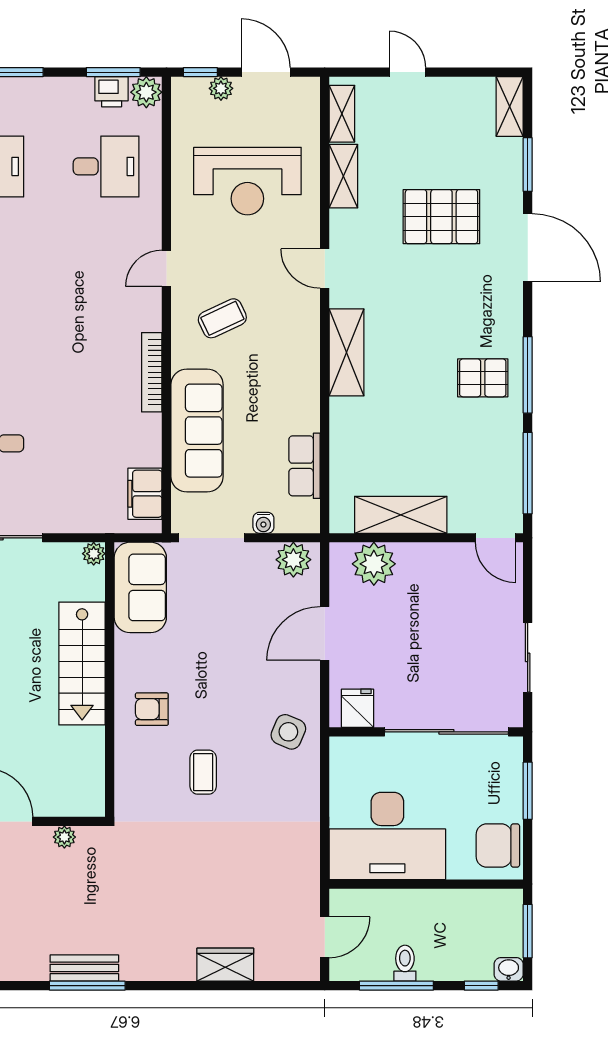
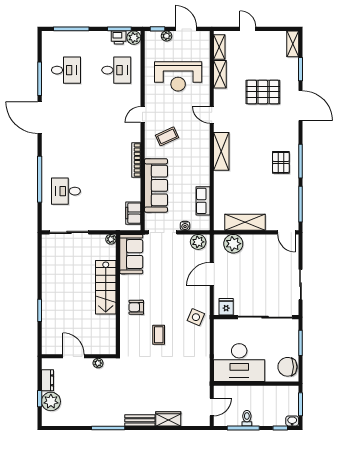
pallet: (483, 378) -> (281, 162), turned 90
bench: (84, 968) -> (140, 420), moved

